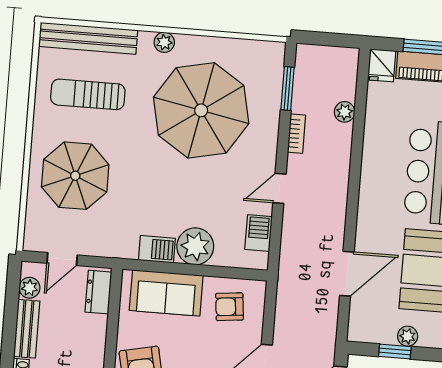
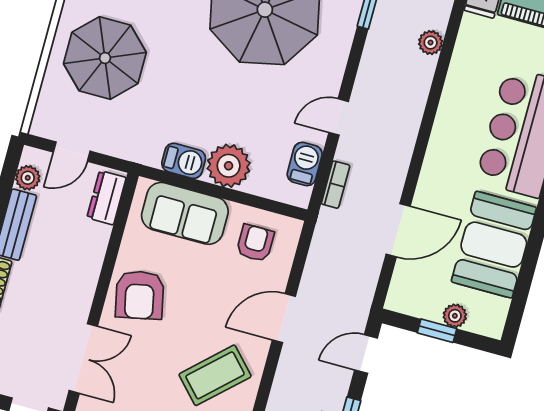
bookcase: (296, 134) -> (336, 185), moved
armchair: (229, 307) -> (255, 243), turned 96

